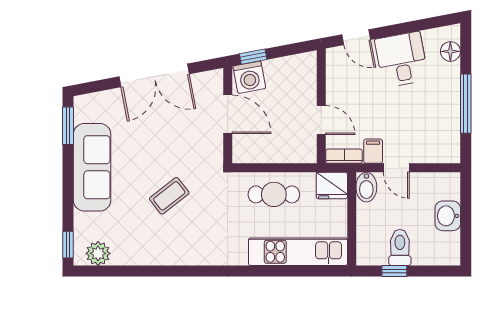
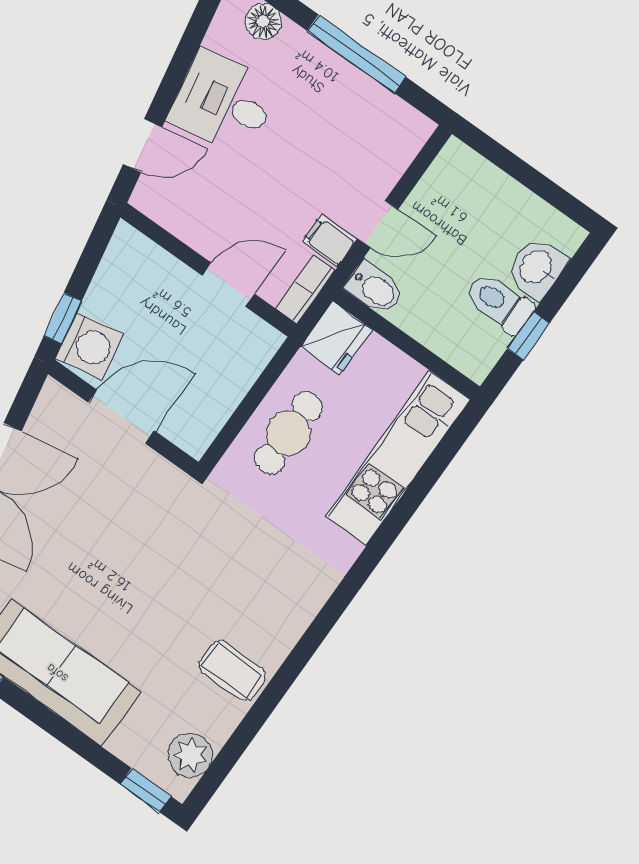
coffee table: (169, 196) -> (232, 671), moved, turned -52
washbasin: (448, 216) -> (537, 268), moved, turned 90

